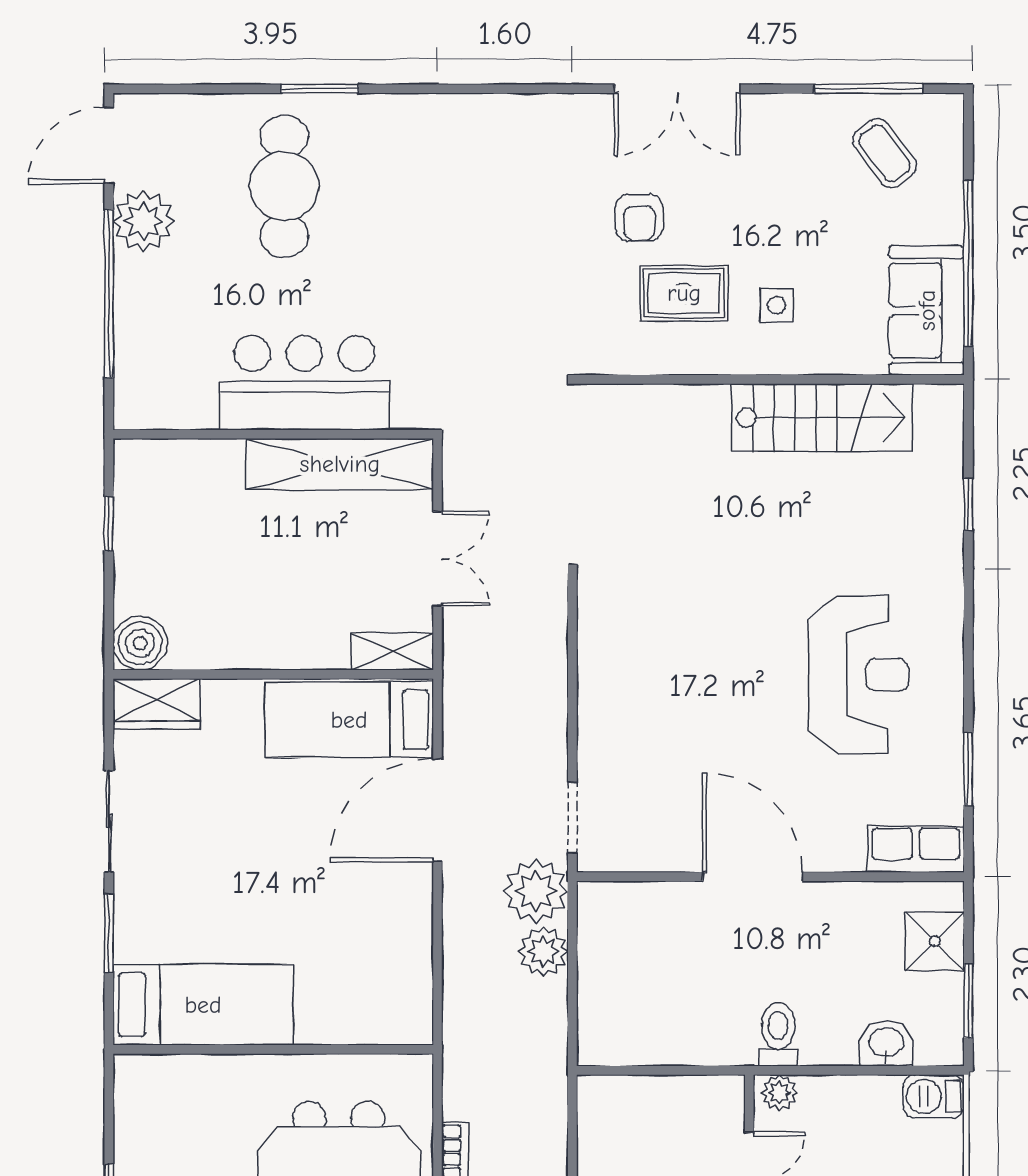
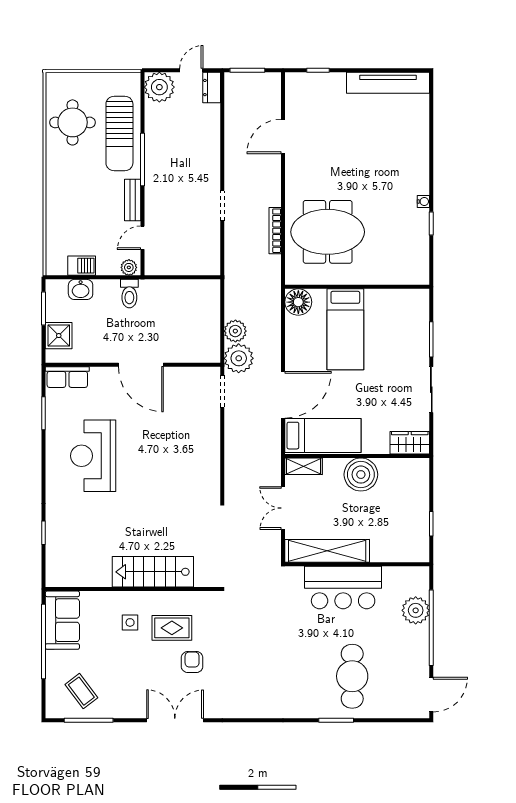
plant: (144, 221) -> (416, 610), moved
stairs: (822, 418) -> (153, 572), moved
boiler: (140, 643) -> (361, 475), moved, width x1.37, depth x1.37
bed: (203, 1005) -> (345, 329), moved, turned -90
floor lamp: (404, 1016) -> (298, 302), added
barbecue: (934, 1096) -> (82, 266), moved

